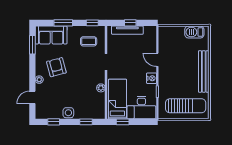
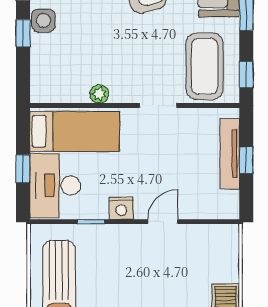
coffee table: (89, 41) -> (205, 66), width x1.86, depth x1.72
window: (86, 122) -> (23, 33), moved
window: (123, 122) -> (23, 169), moved

